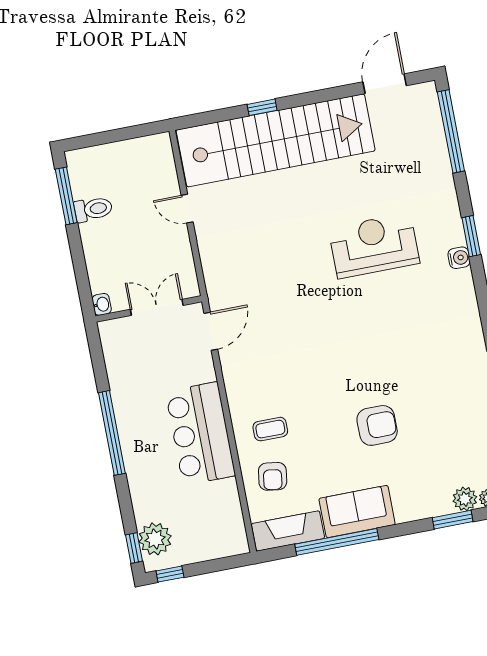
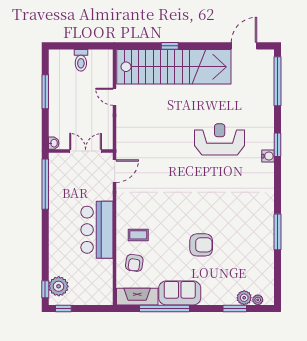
window: (66, 196) -> (45, 92), moved
toilet: (93, 209) -> (81, 60), moved, turned 90
window: (112, 433) -> (45, 184), moved

